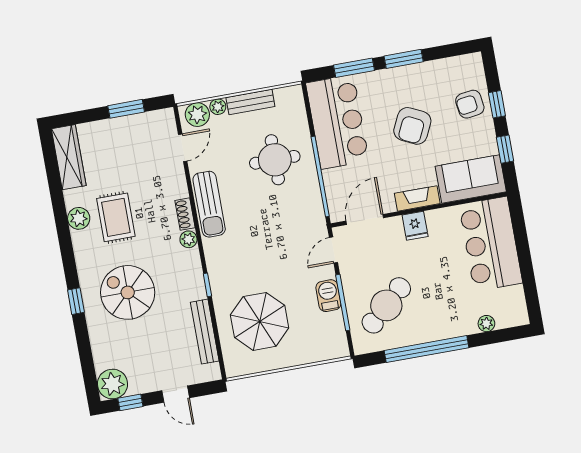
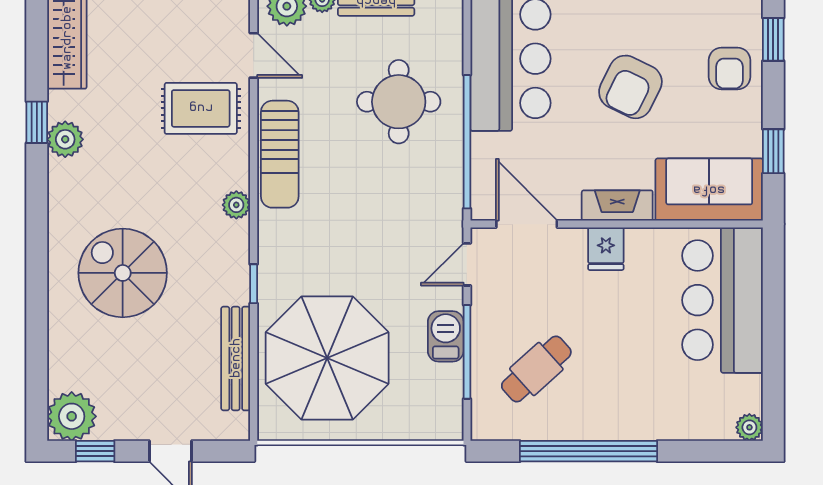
armchair: (470, 104) -> (729, 69), turned -82
window: (497, 104) -> (773, 39), moved
door: (183, 148) -> (254, 55), hinge flipped
shoe rack: (185, 214) -> (238, 163), removed
rug: (116, 217) -> (201, 108), moved, turned 90
door: (365, 219) -> (527, 224), hinge flipped
window: (76, 301) -> (37, 122), moved
cafe table: (386, 305) -> (536, 369), width x0.73, depth x0.74
parasol: (260, 321) -> (327, 358), width x1.36, depth x1.36
plant: (486, 324) -> (749, 427), moved

